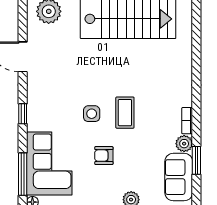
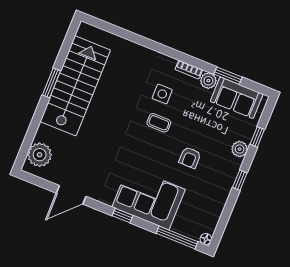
coffee table: (125, 113) -> (159, 123), width x0.73, depth x0.77
side table: (92, 114) -> (162, 94), moved
corner sofa: (49, 163) -> (149, 198), moved

